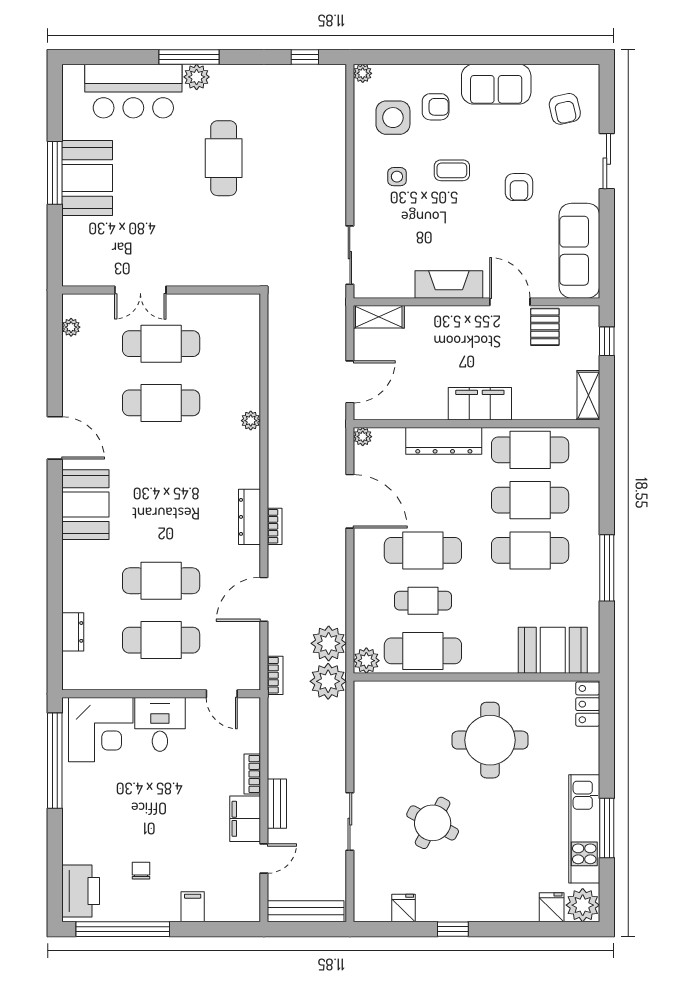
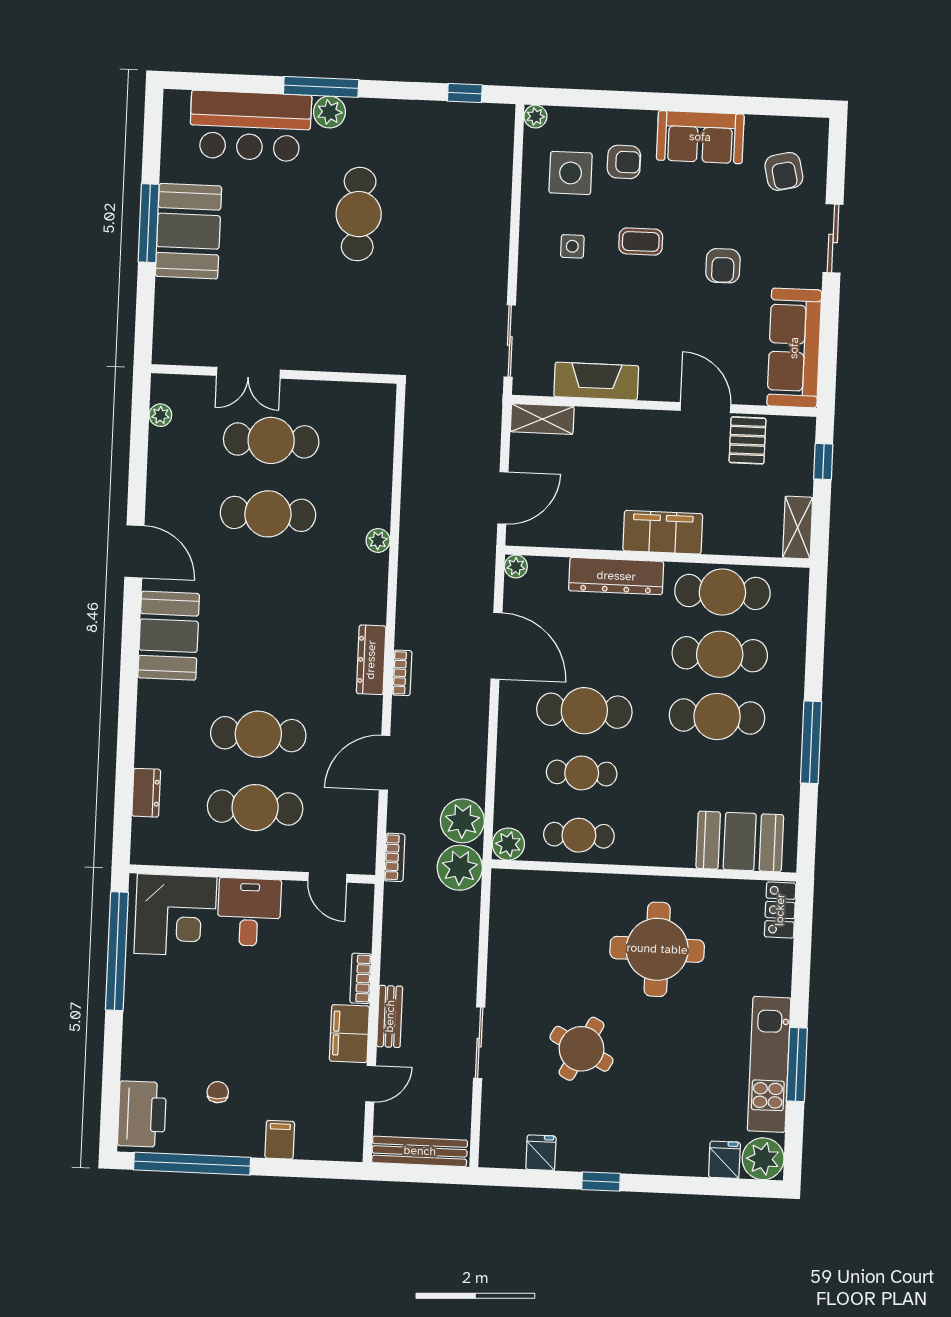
fireplace: (449, 284) -> (596, 381), moved
cafe table: (423, 651) -> (579, 835), width x0.73, depth x0.74

